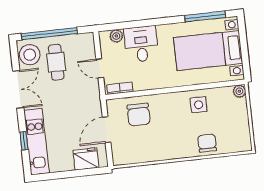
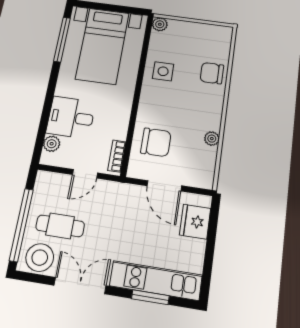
window: (24, 141) -> (150, 297), width x1.50
plant: (153, 156) -> (212, 139), added

